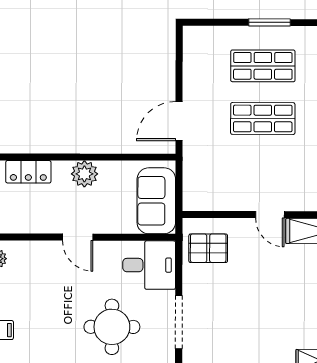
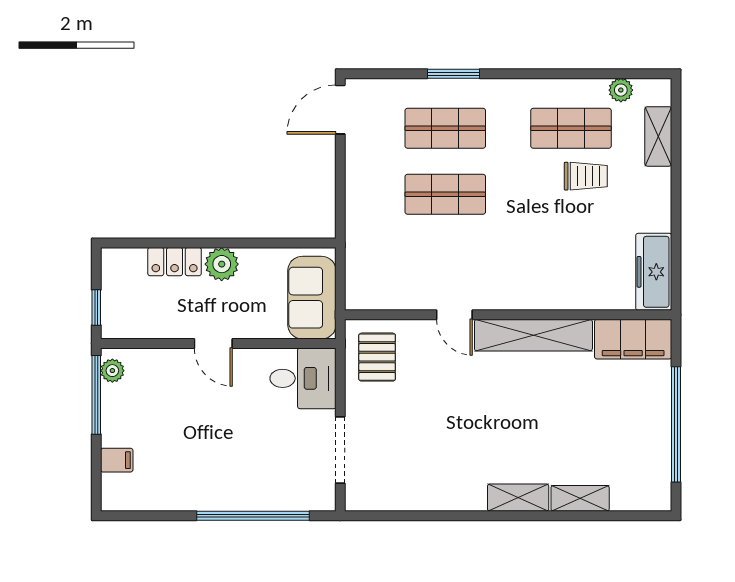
door: (179, 121) -> (340, 110), moved
locker: (28, 172) -> (175, 262), moved
pallet: (208, 248) -> (377, 357), turned 90
round table: (112, 327) -> (256, 456), removed

